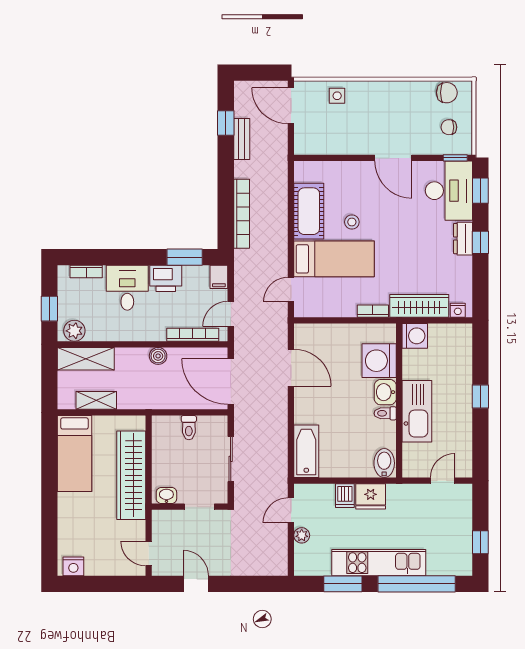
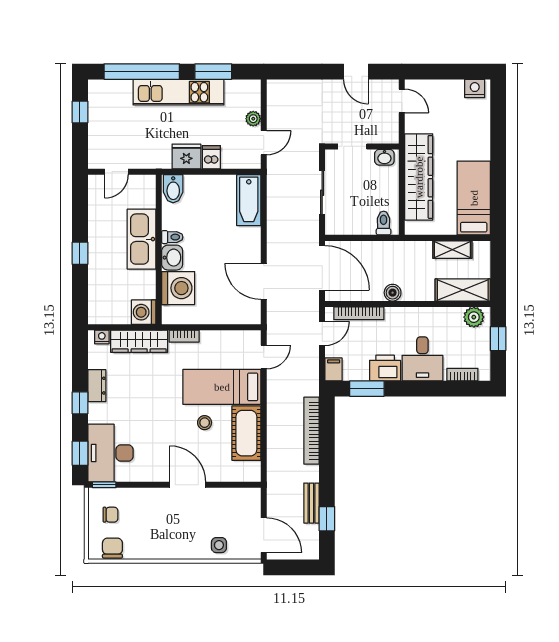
chair: (447, 93) -> (112, 548), turned 90
door: (393, 158) -> (188, 485), moved
dresser: (463, 239) -> (97, 386), moved
toilet: (189, 428) -> (384, 223), moved

